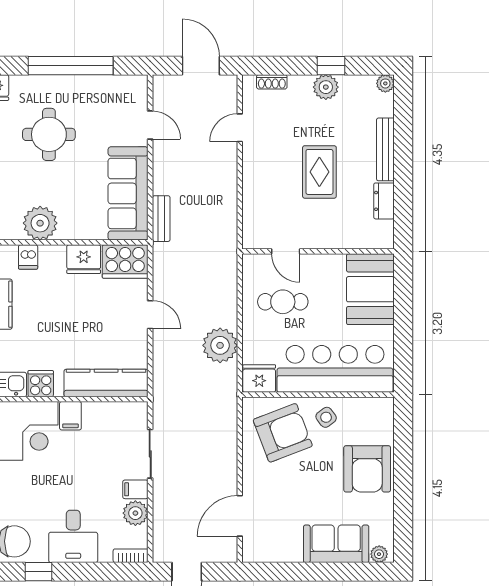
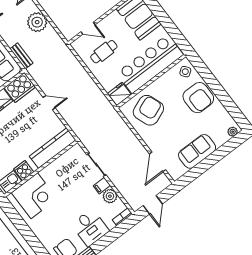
plant: (220, 345) -> (37, 22), moved
filing cabinet: (70, 416) -> (48, 175), removed
side table: (326, 417) -> (185, 72), moved
sofa: (336, 544) -> (197, 151), moved

